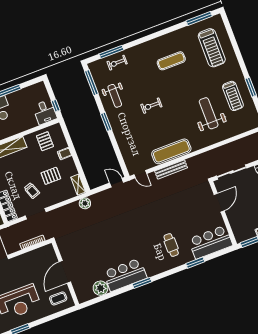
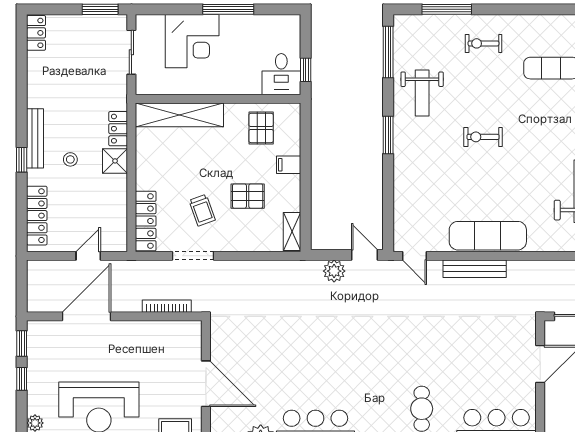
exercise bike: (117, 63) -> (483, 43), moved
plant: (85, 203) -> (334, 271), moved
door: (65, 272) -> (206, 384), swing flipped

